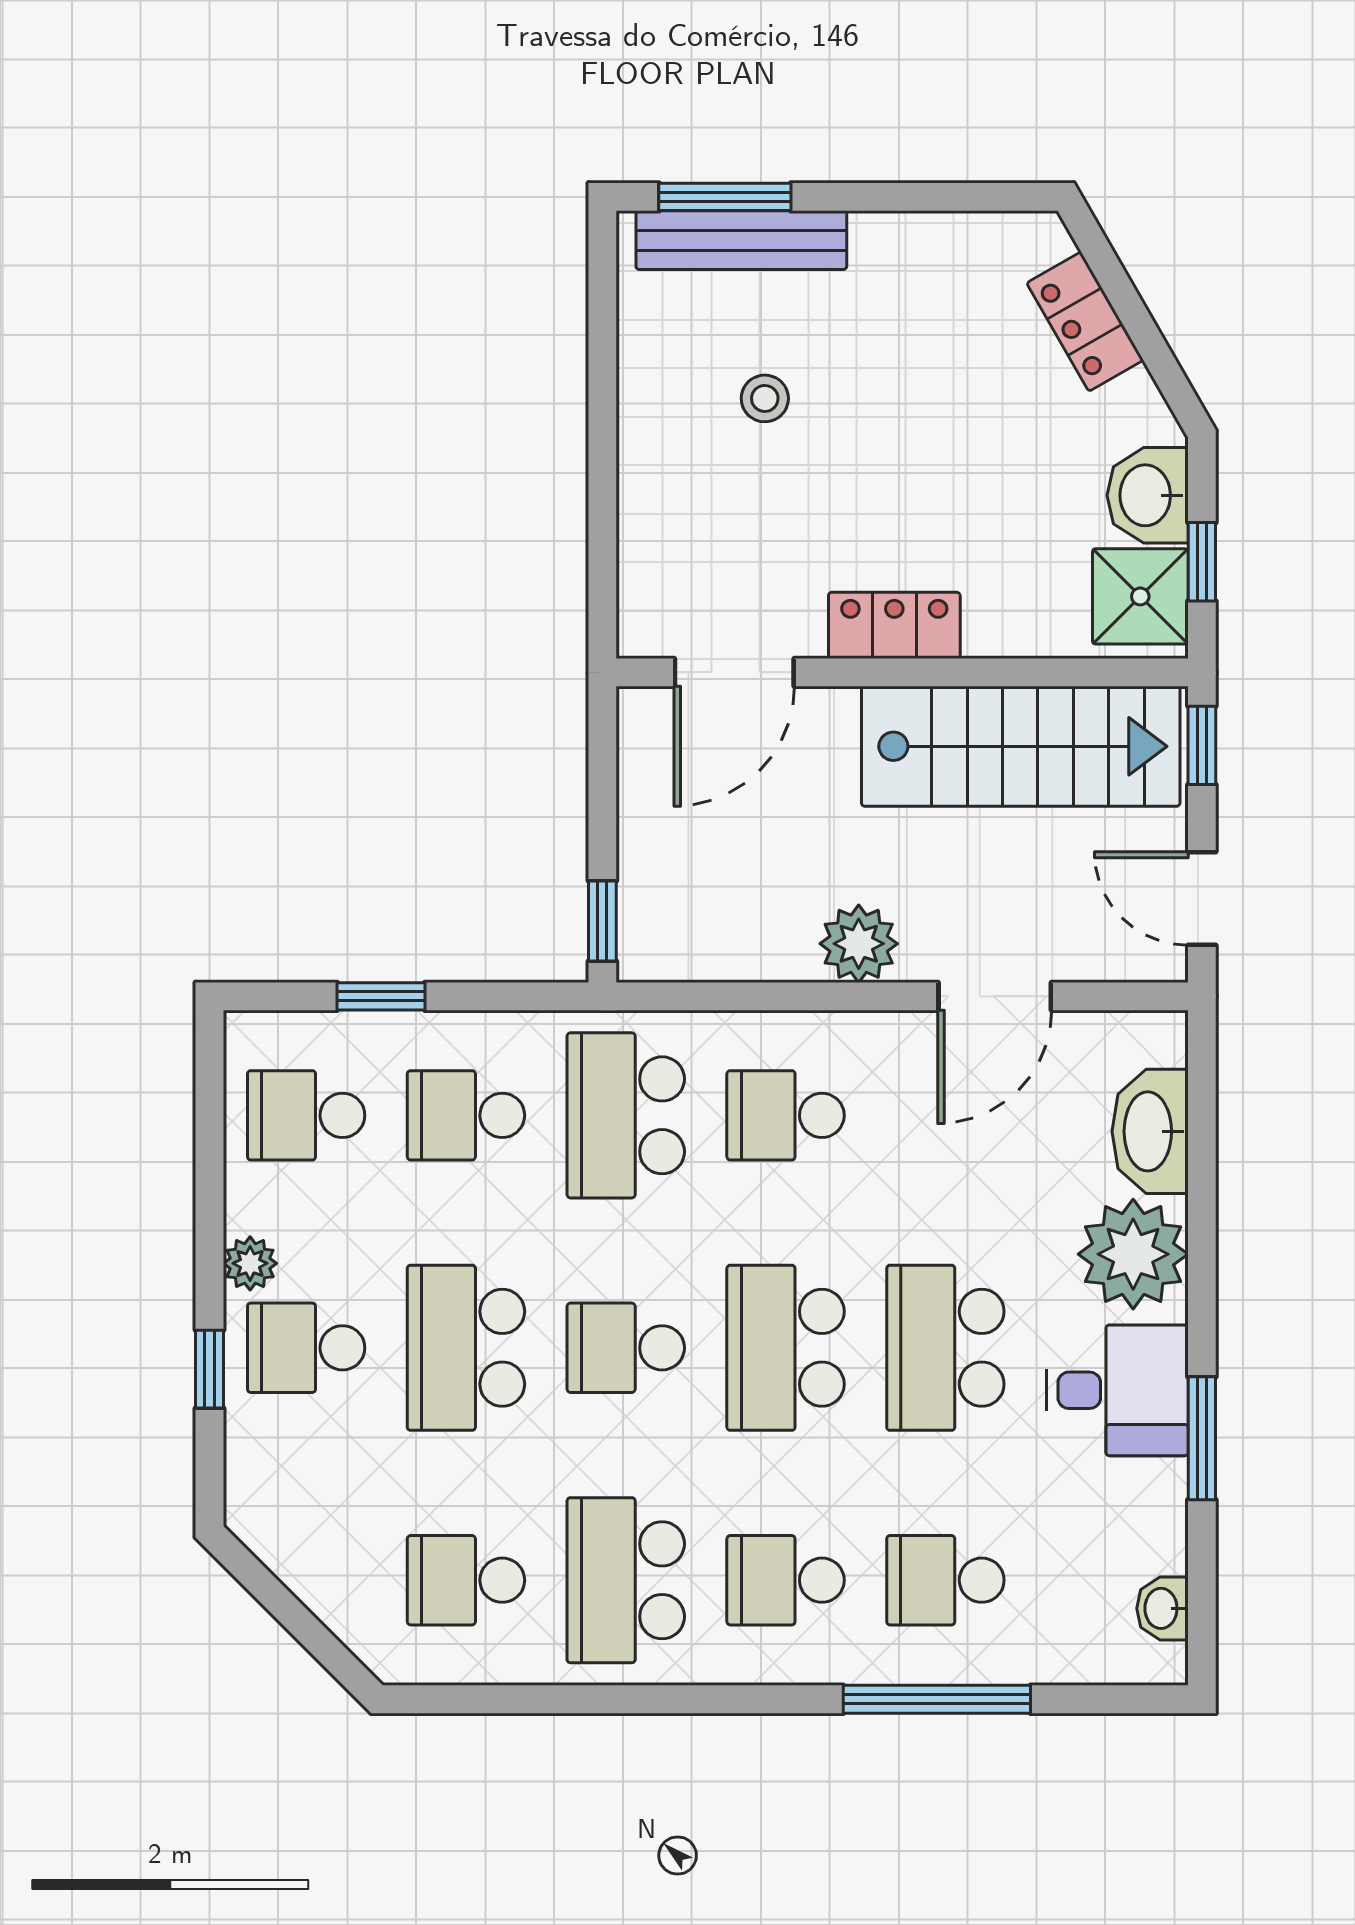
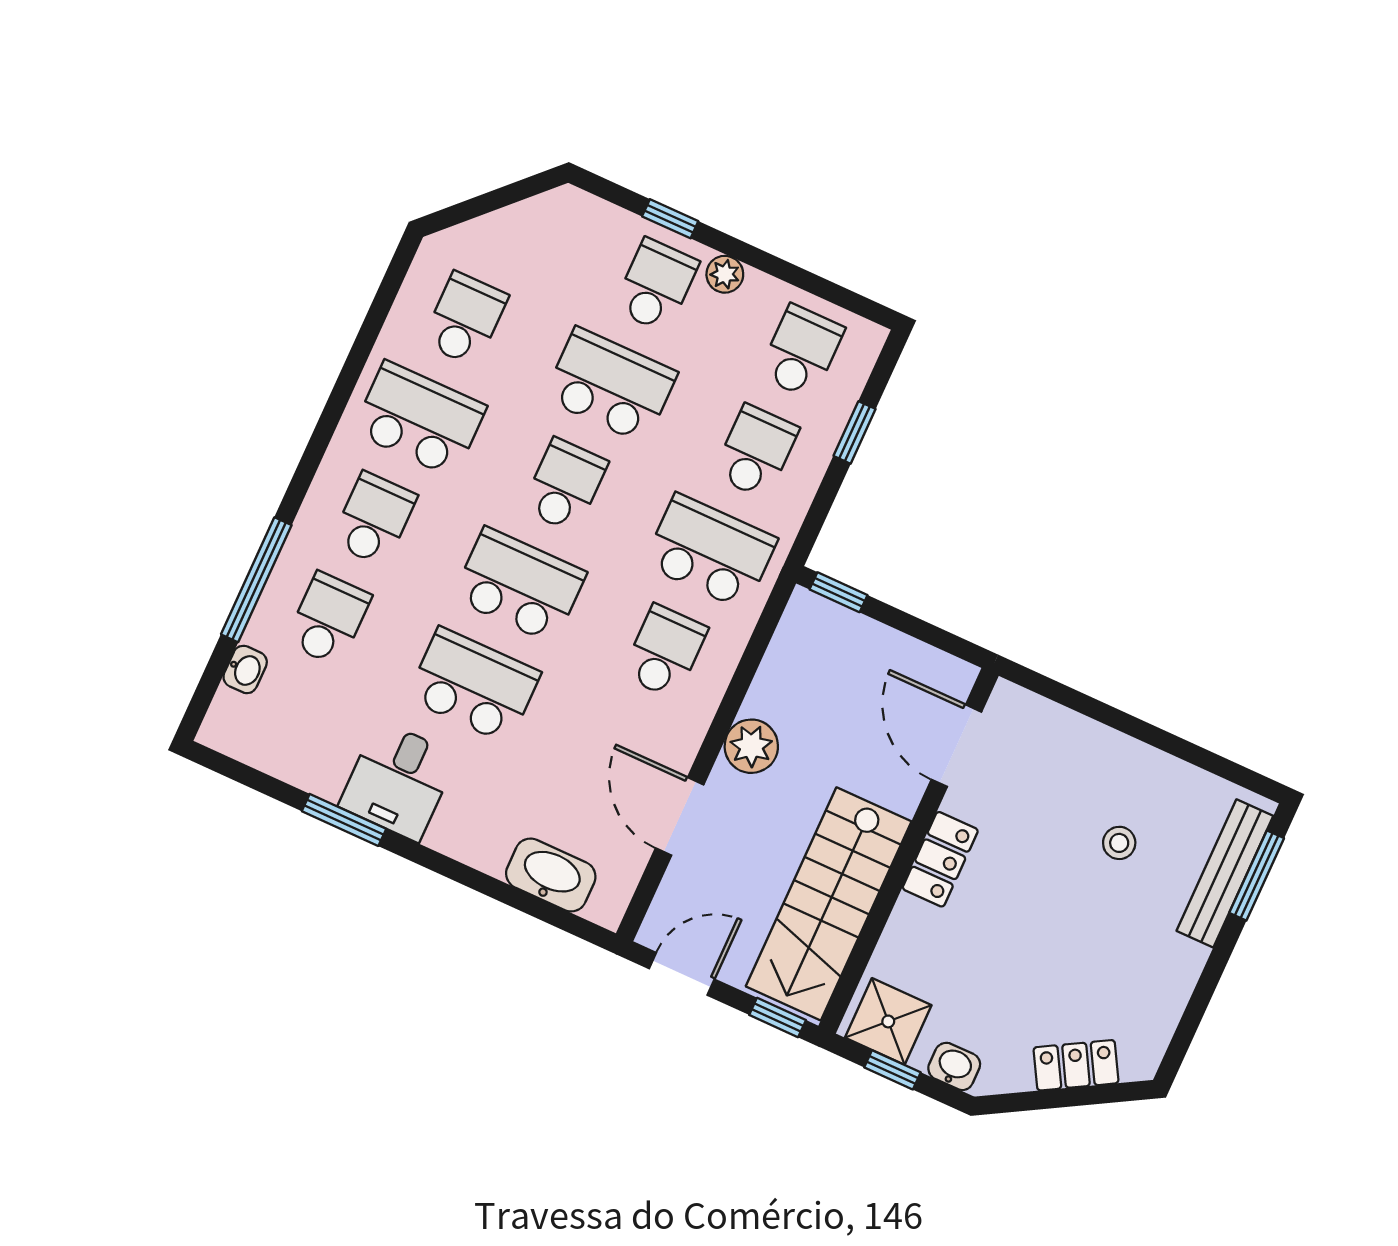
washbasin: (1148, 495) -> (954, 1066), width x0.72, depth x0.69
plant: (1133, 1254) -> (479, 829), removed
washbasin: (1162, 1608) -> (245, 669), moved, turned 90

